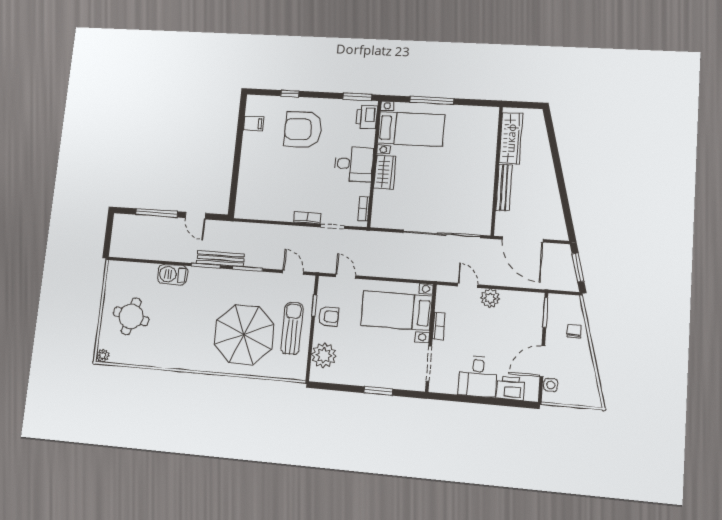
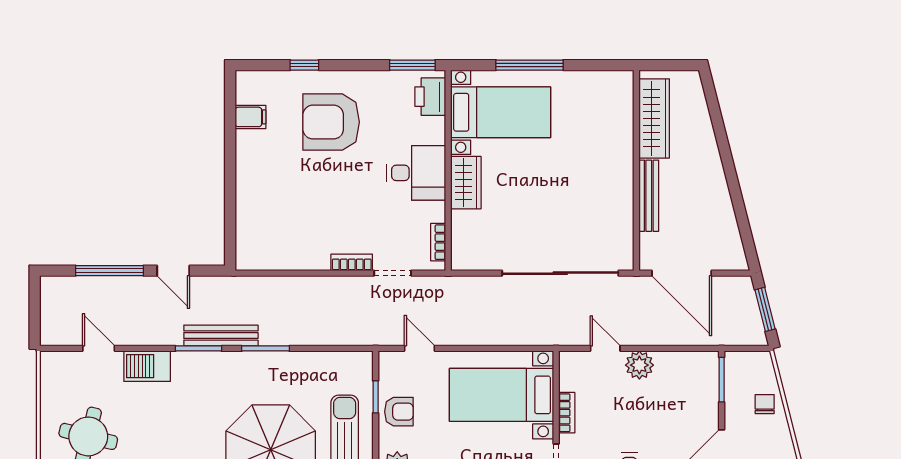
door: (293, 272) -> (99, 348), moved

